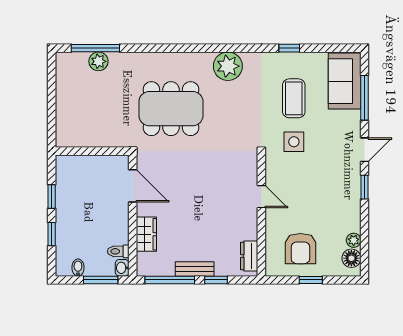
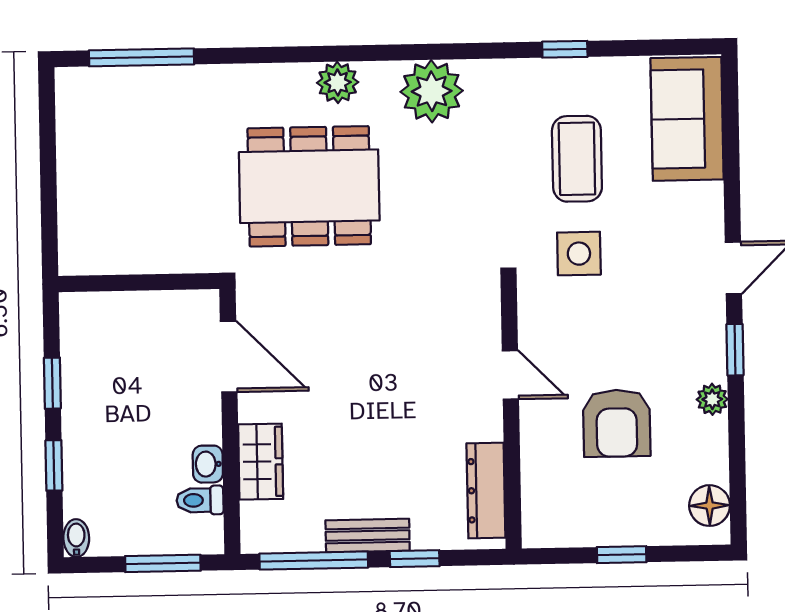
plant: (98, 61) -> (338, 82), moved
window: (364, 98) -> (731, 155), removed
plant: (354, 240) -> (712, 399), moved
armchair: (300, 249) -> (617, 423), moved
dresser: (249, 256) -> (486, 490), width x1.44
bidet: (78, 268) -> (76, 538), moved
washbasin: (122, 268) -> (208, 464), moved

